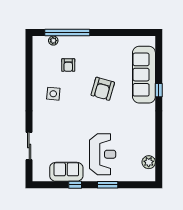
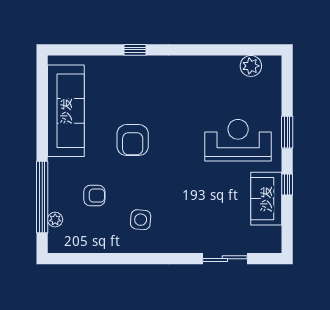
sofa: (144, 75) -> (66, 111), moved, turned -90
armchair: (103, 89) -> (133, 140), turned 74

